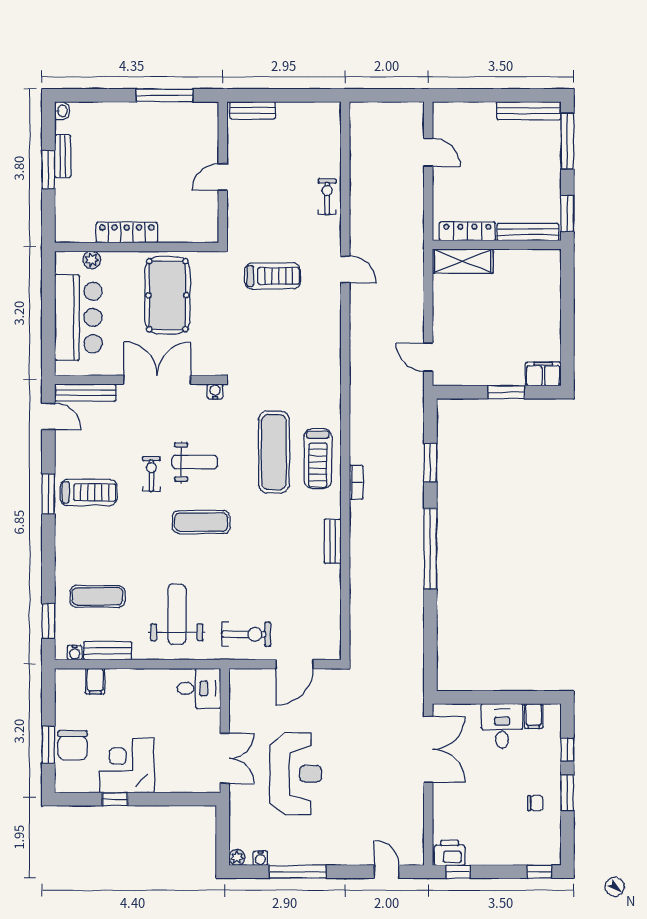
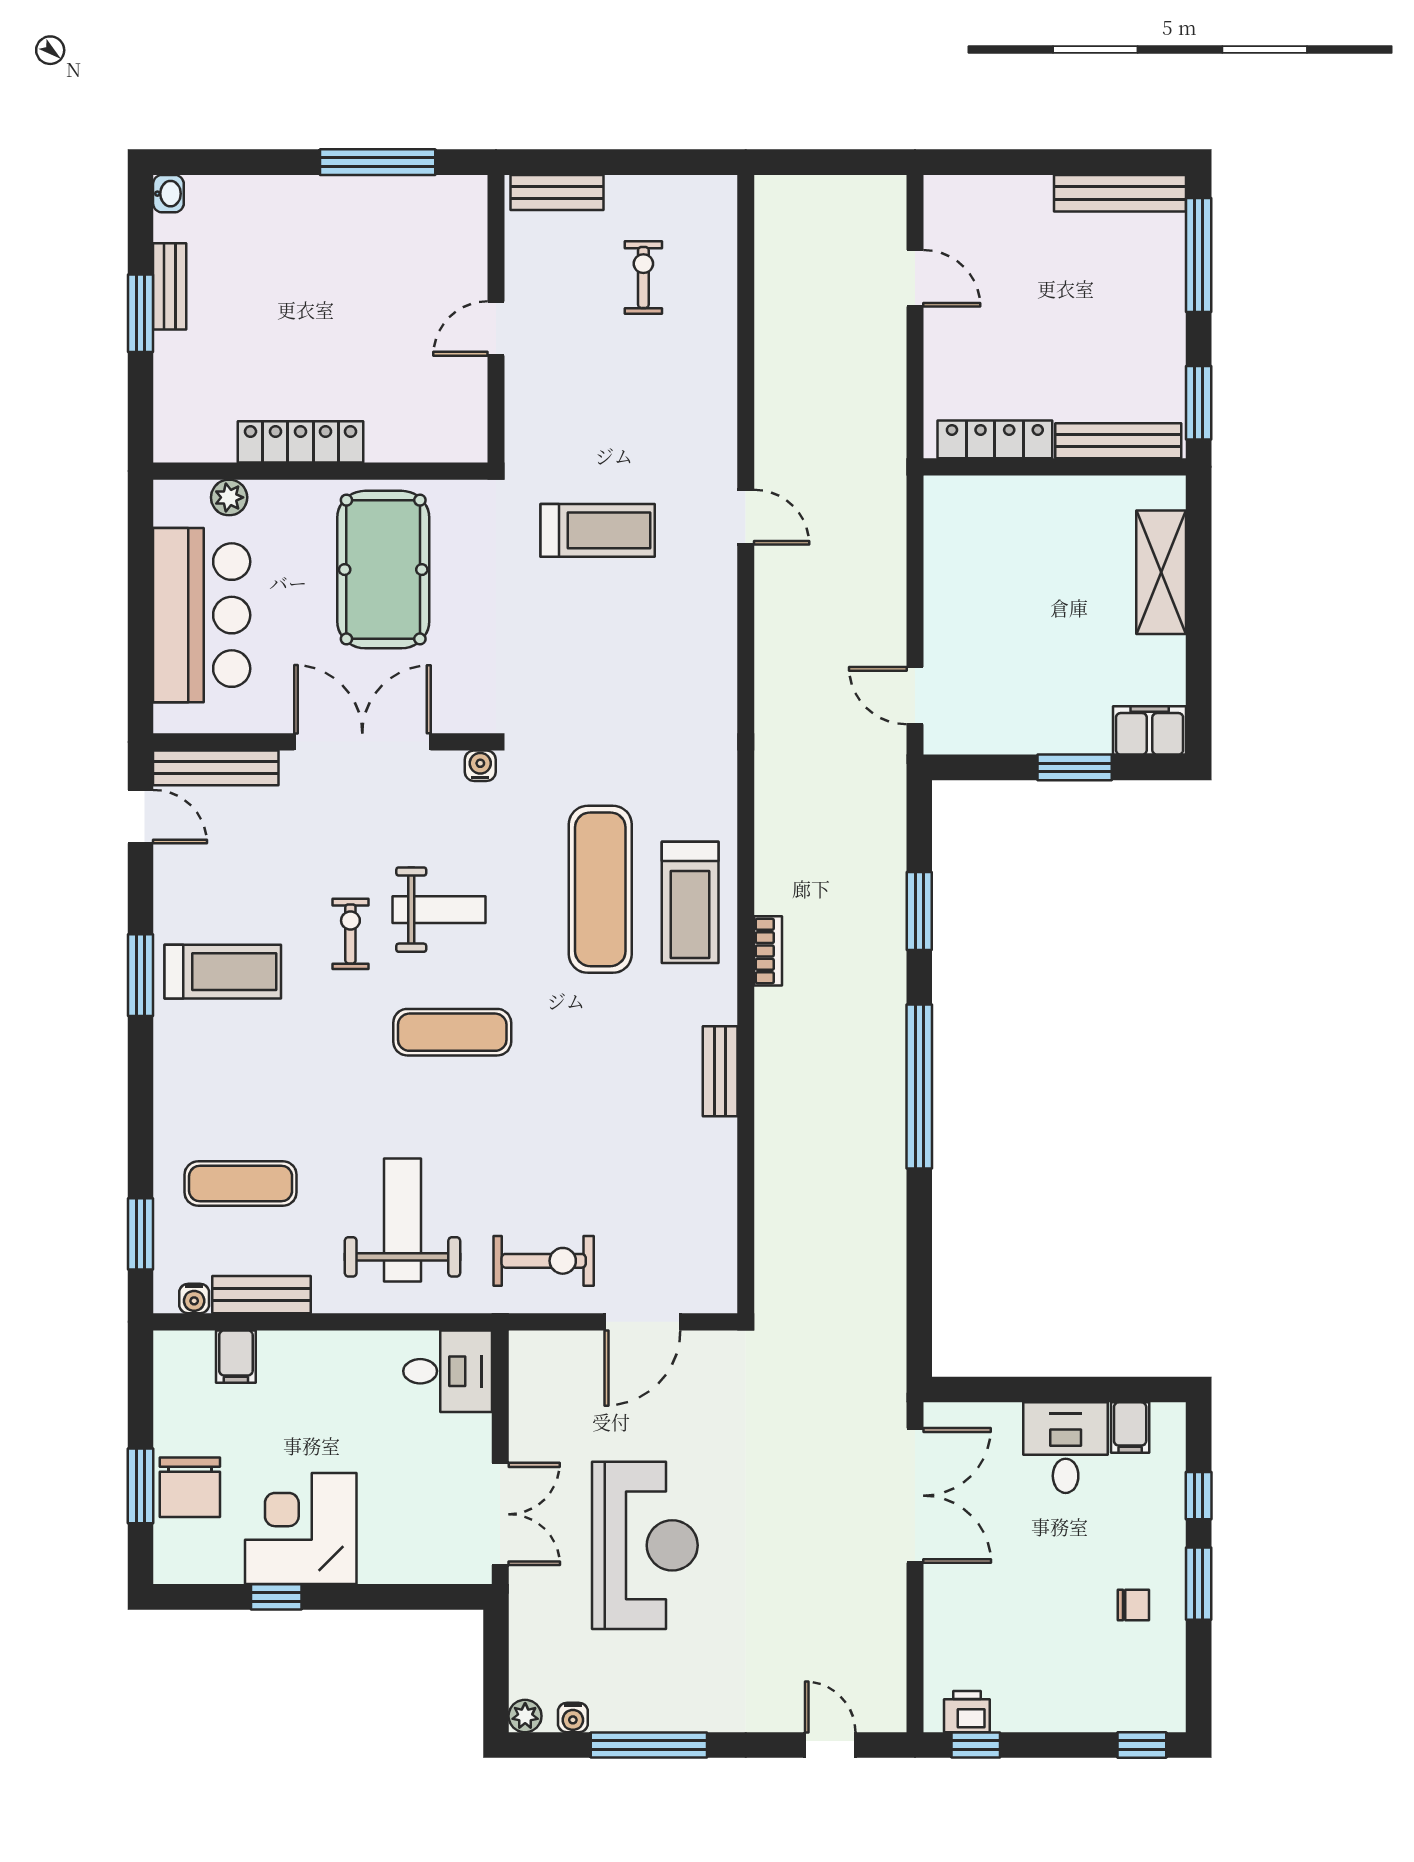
exercise bike: (327, 197) -> (643, 277), moved
shelving: (463, 261) -> (1161, 572), moved, turned 90
printer: (450, 853) -> (967, 1712), width x0.73, depth x0.81

